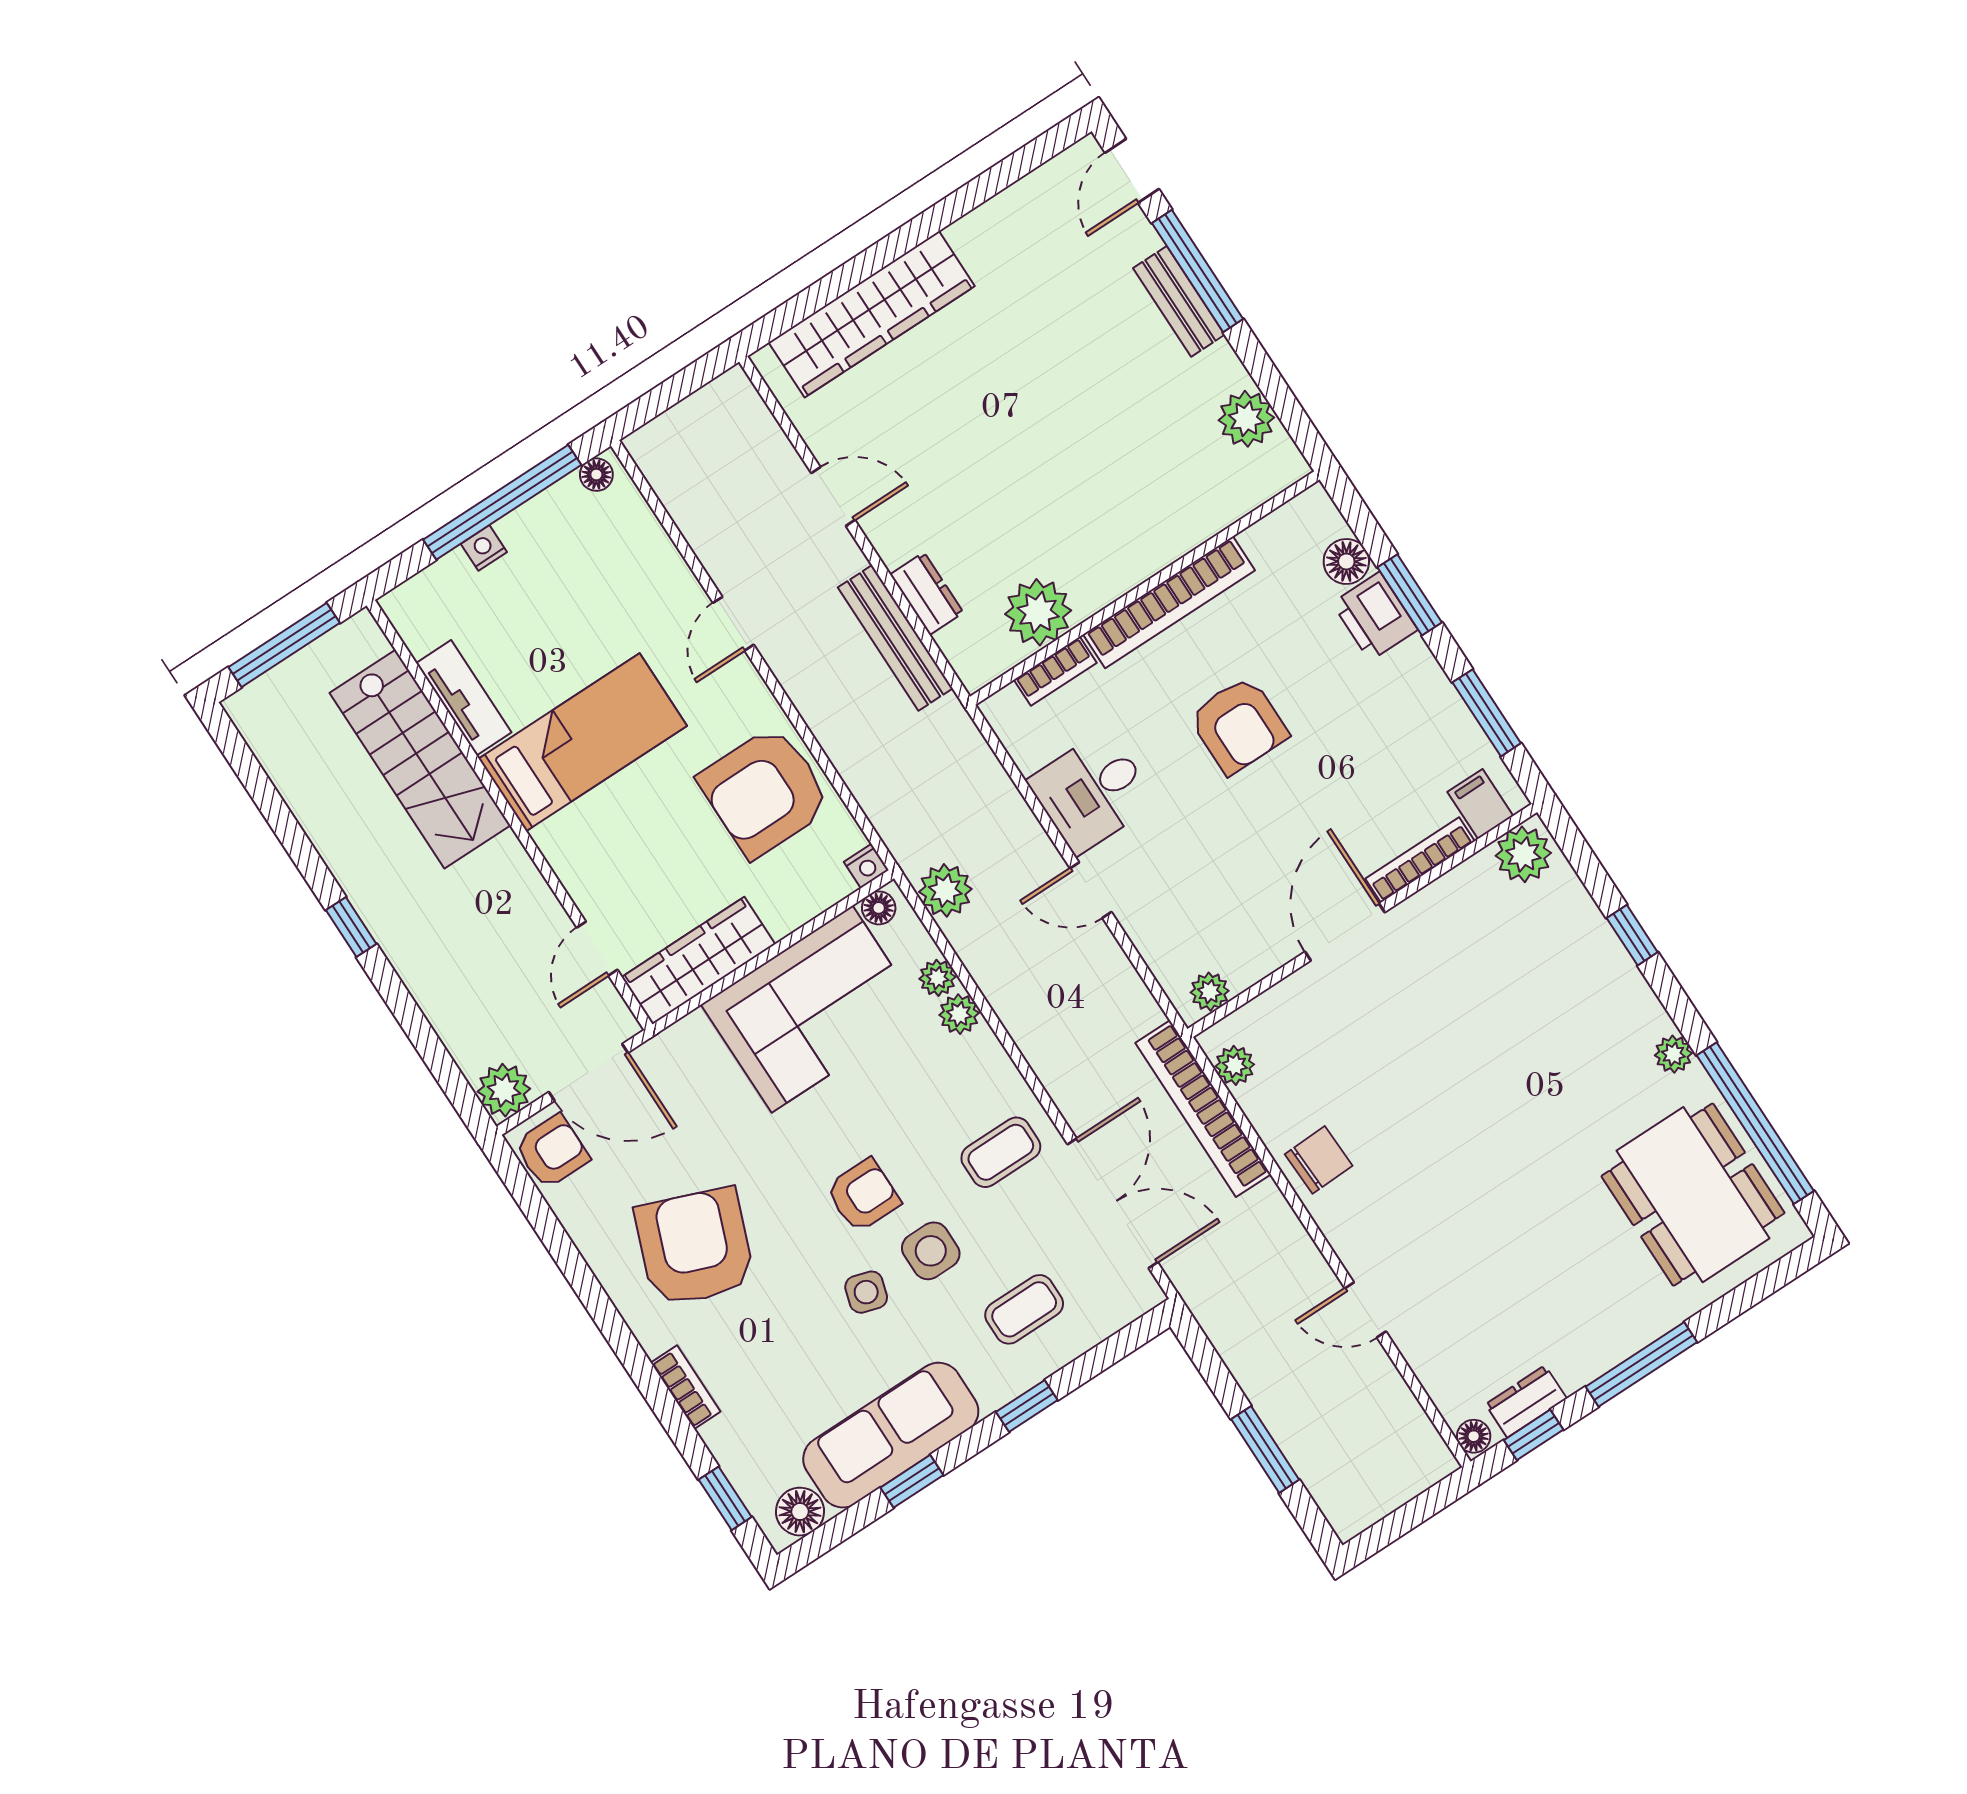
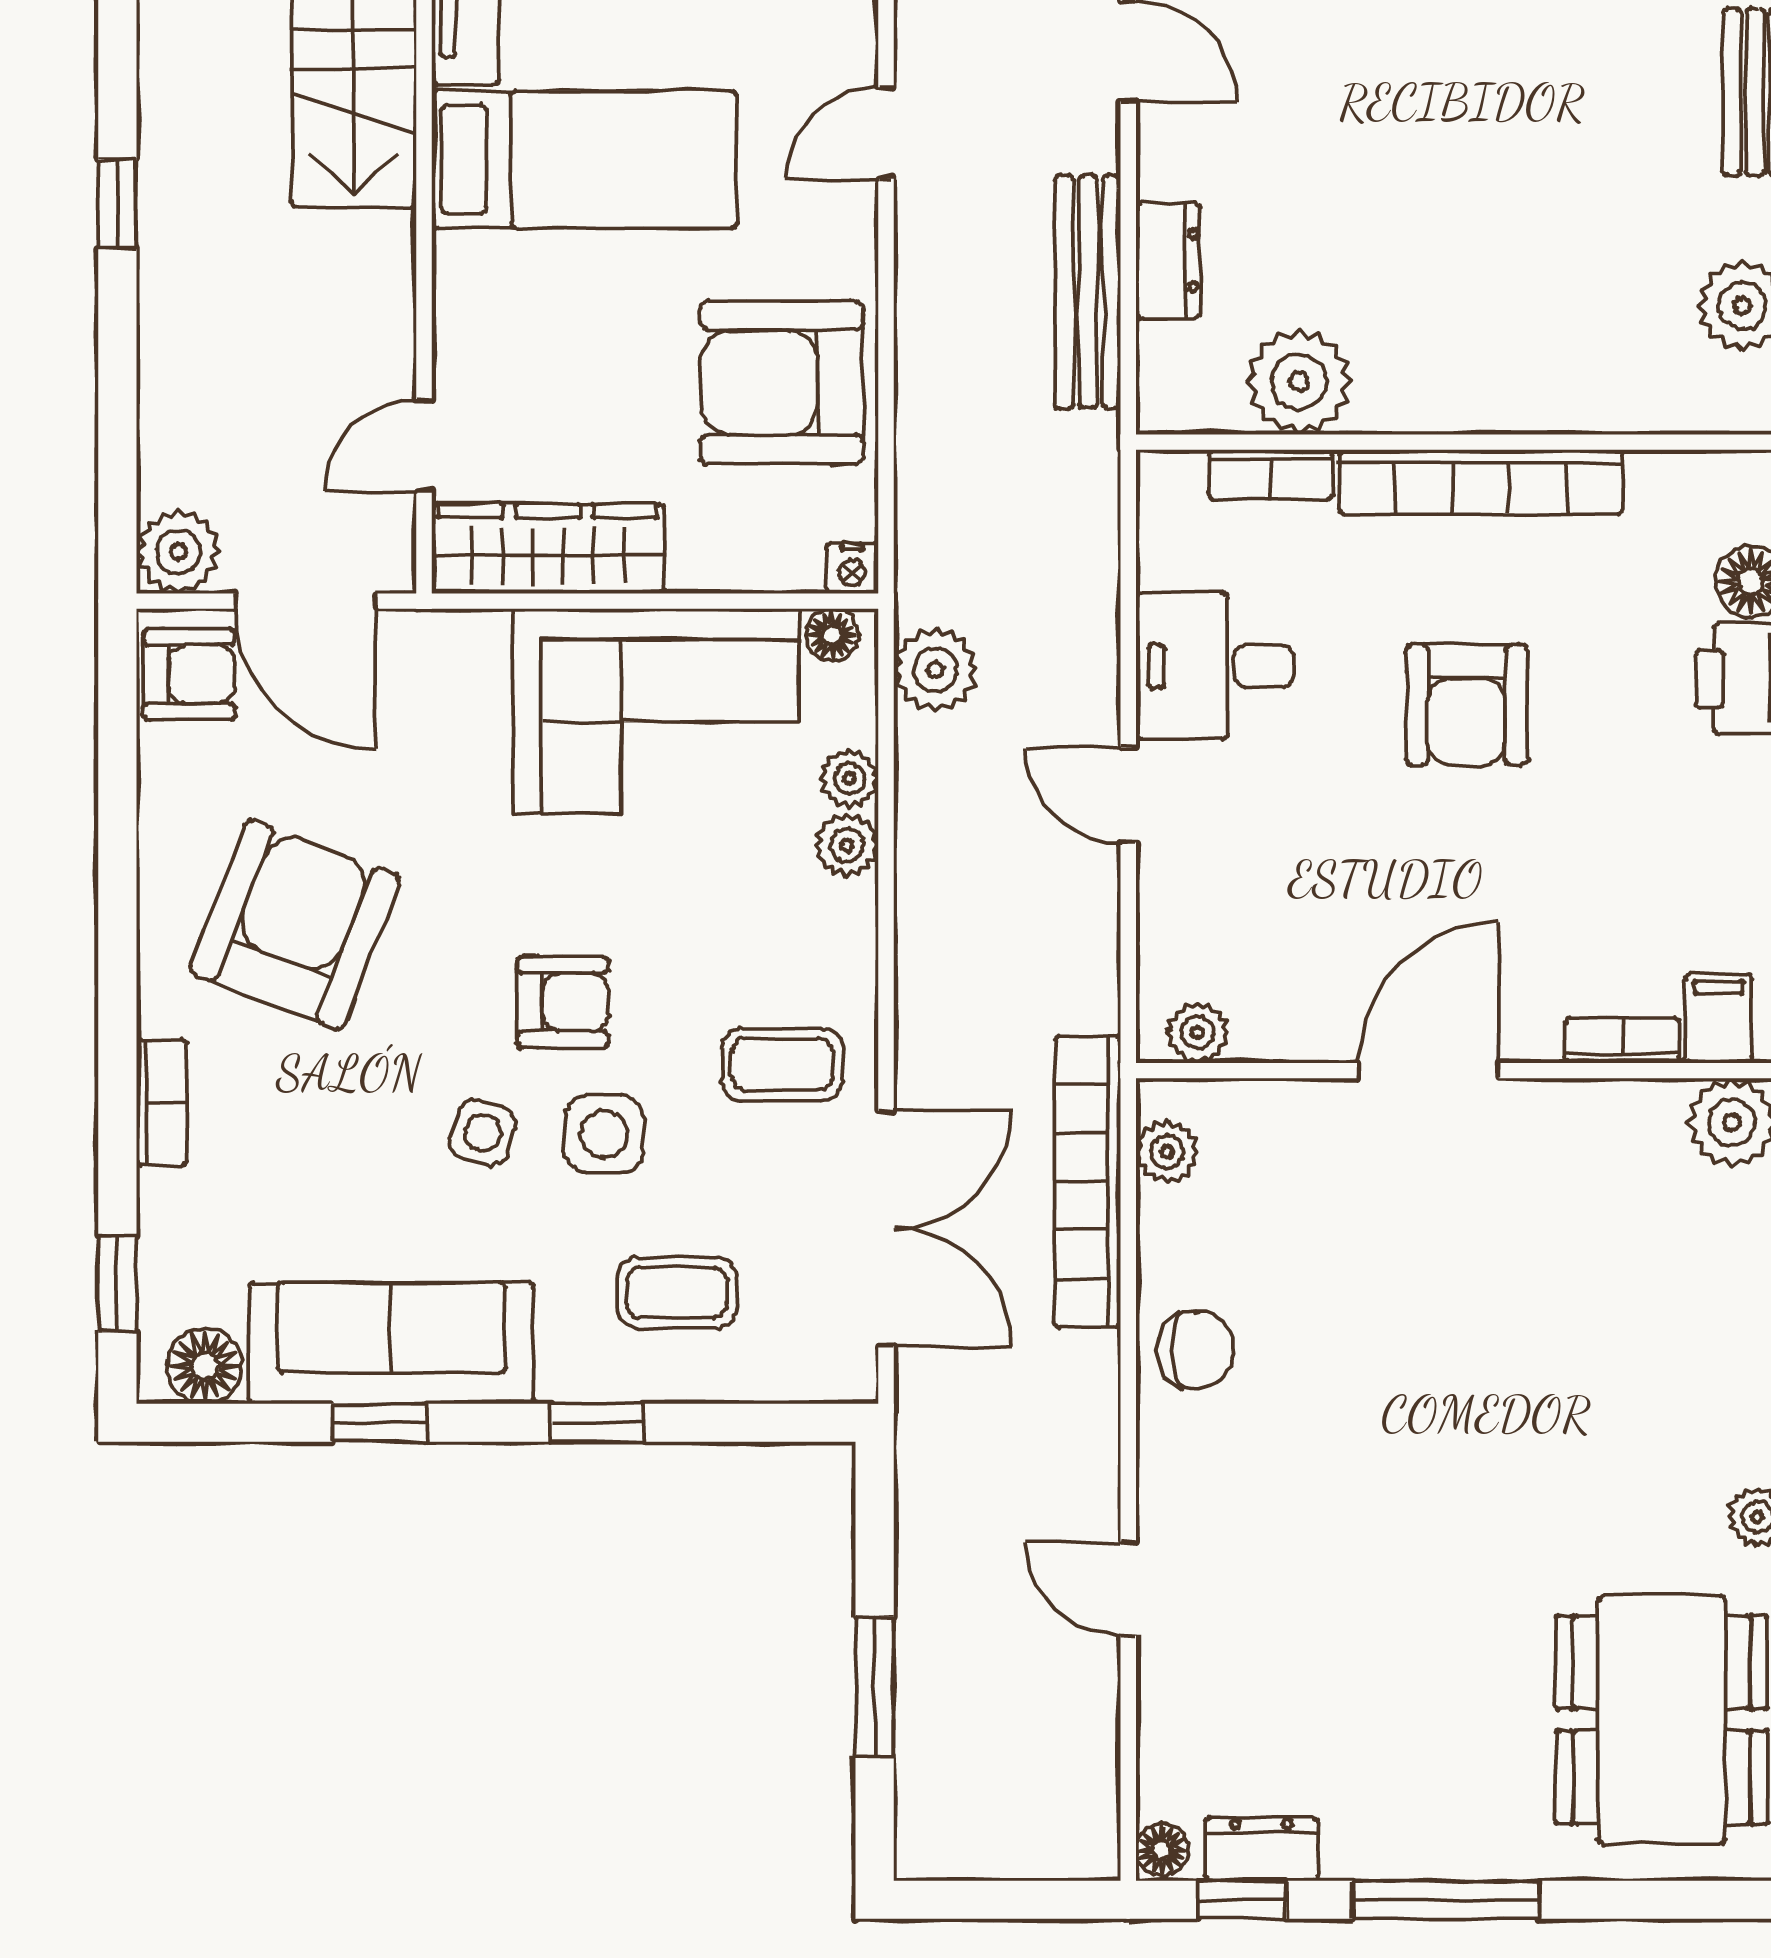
bookcase: (1420, 860) -> (1622, 1040), width x0.64

